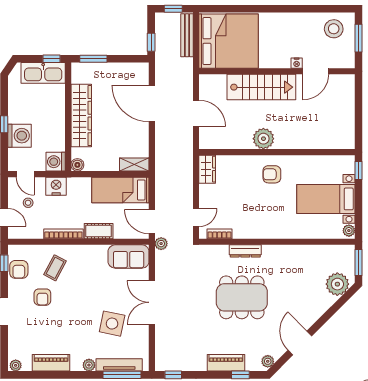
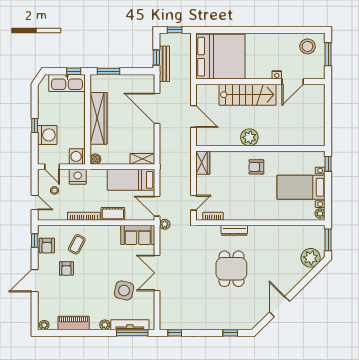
bench: (187, 35) -> (164, 64), moved
dining table: (242, 297) -> (231, 269), width x0.73
plant: (268, 361) -> (253, 322), removed
piano: (226, 363) -> (218, 323), removed

